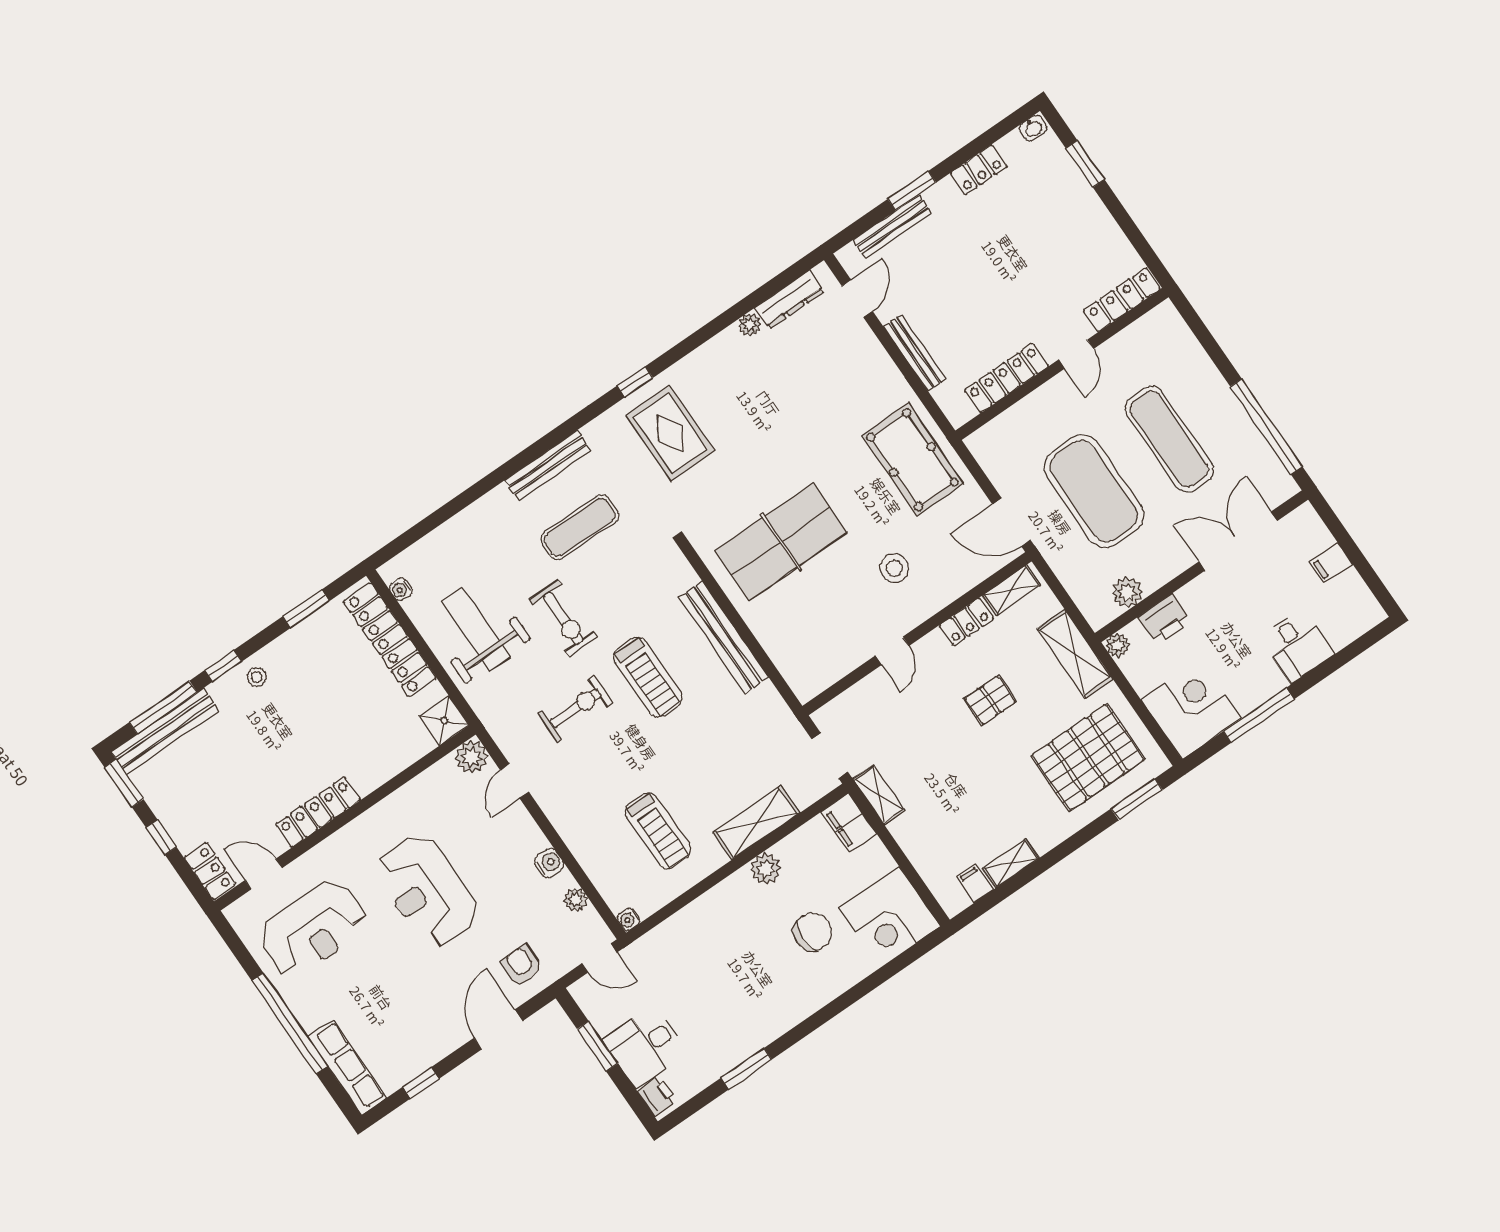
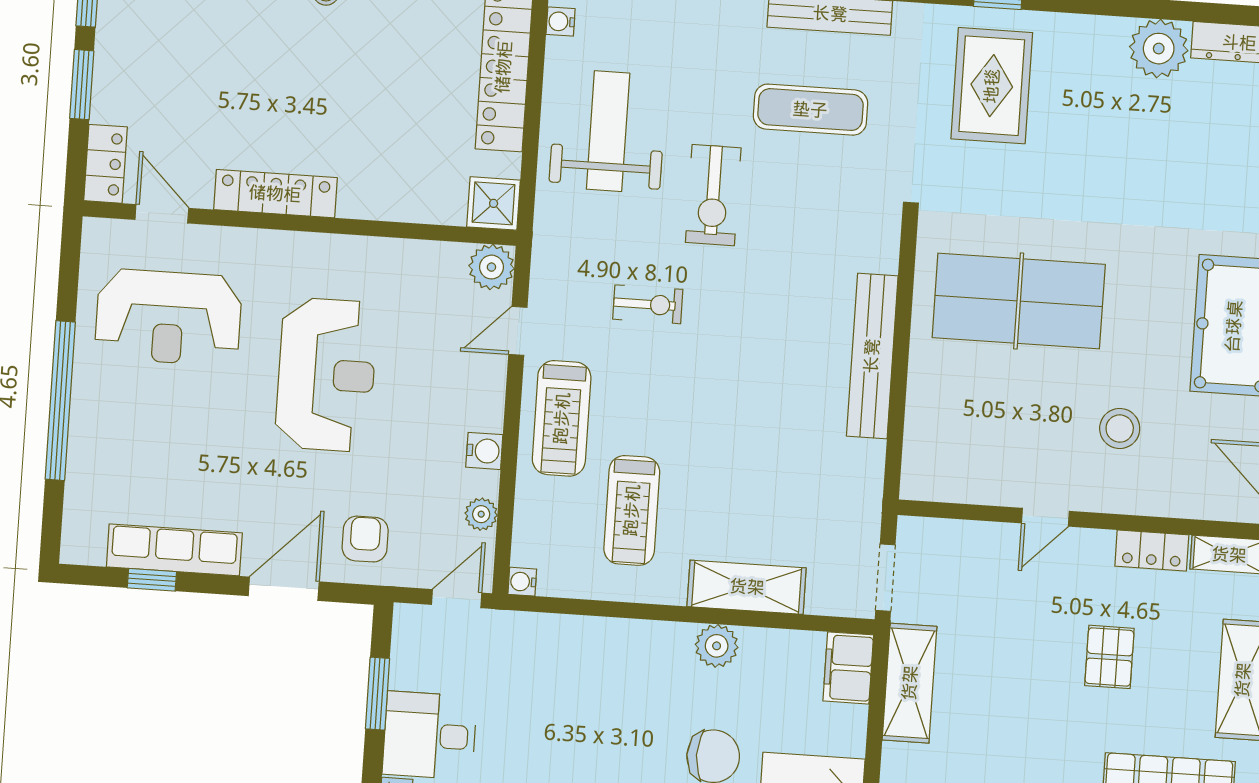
plant: (750, 325) -> (1159, 49), width x1.87, depth x1.87
treadmill: (648, 677) -> (562, 418), moved
pallet: (990, 700) -> (1109, 657), turned 90
exercise bike: (575, 708) -> (648, 304), width x0.73, depth x0.72
shelving: (879, 795) -> (910, 683), width x1.50, depth x1.33
window: (161, 837) -> (82, 85), width x1.50
reception desk: (427, 891) -> (326, 375), turned 180
door: (599, 958) -> (457, 599), swing flipped
row of seats: (347, 1067) -> (174, 550), moved, turned -90

